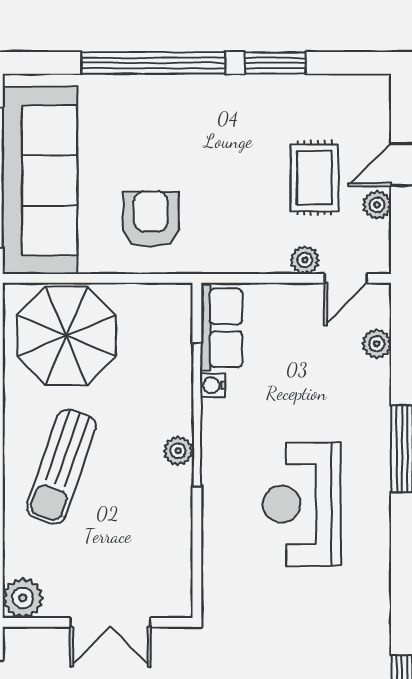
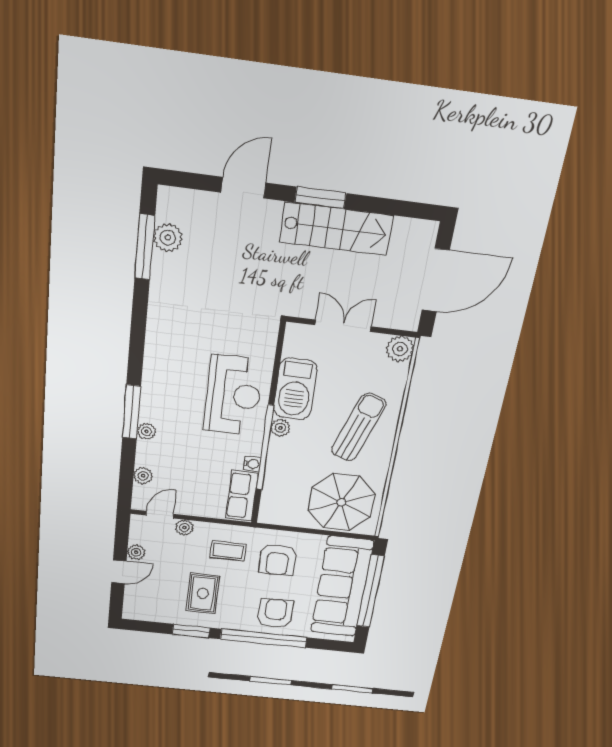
armchair: (141, 116) -> (275, 613), added
rug: (315, 178) -> (203, 593), moved
coffee table: (232, 226) -> (228, 551), added
plant: (377, 420) -> (146, 431), added
reception desk: (302, 504) -> (233, 395), moved
barbecue: (165, 516) -> (295, 389), added

